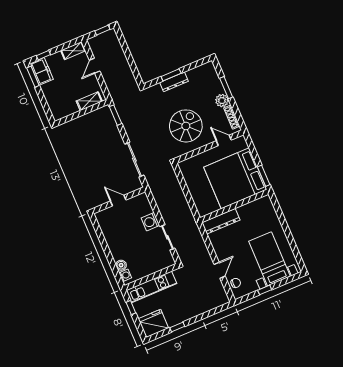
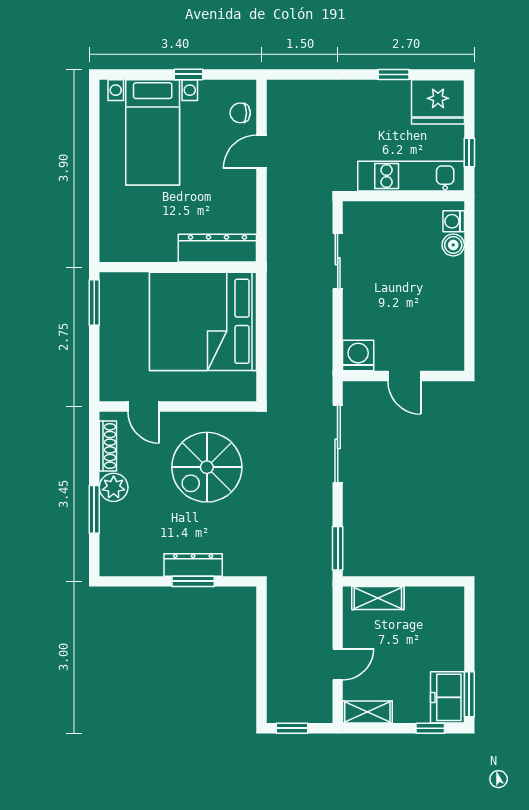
bed: (235, 178) -> (203, 321), moved, turned 180
washing machine: (150, 222) -> (358, 356), moved, turned -90

